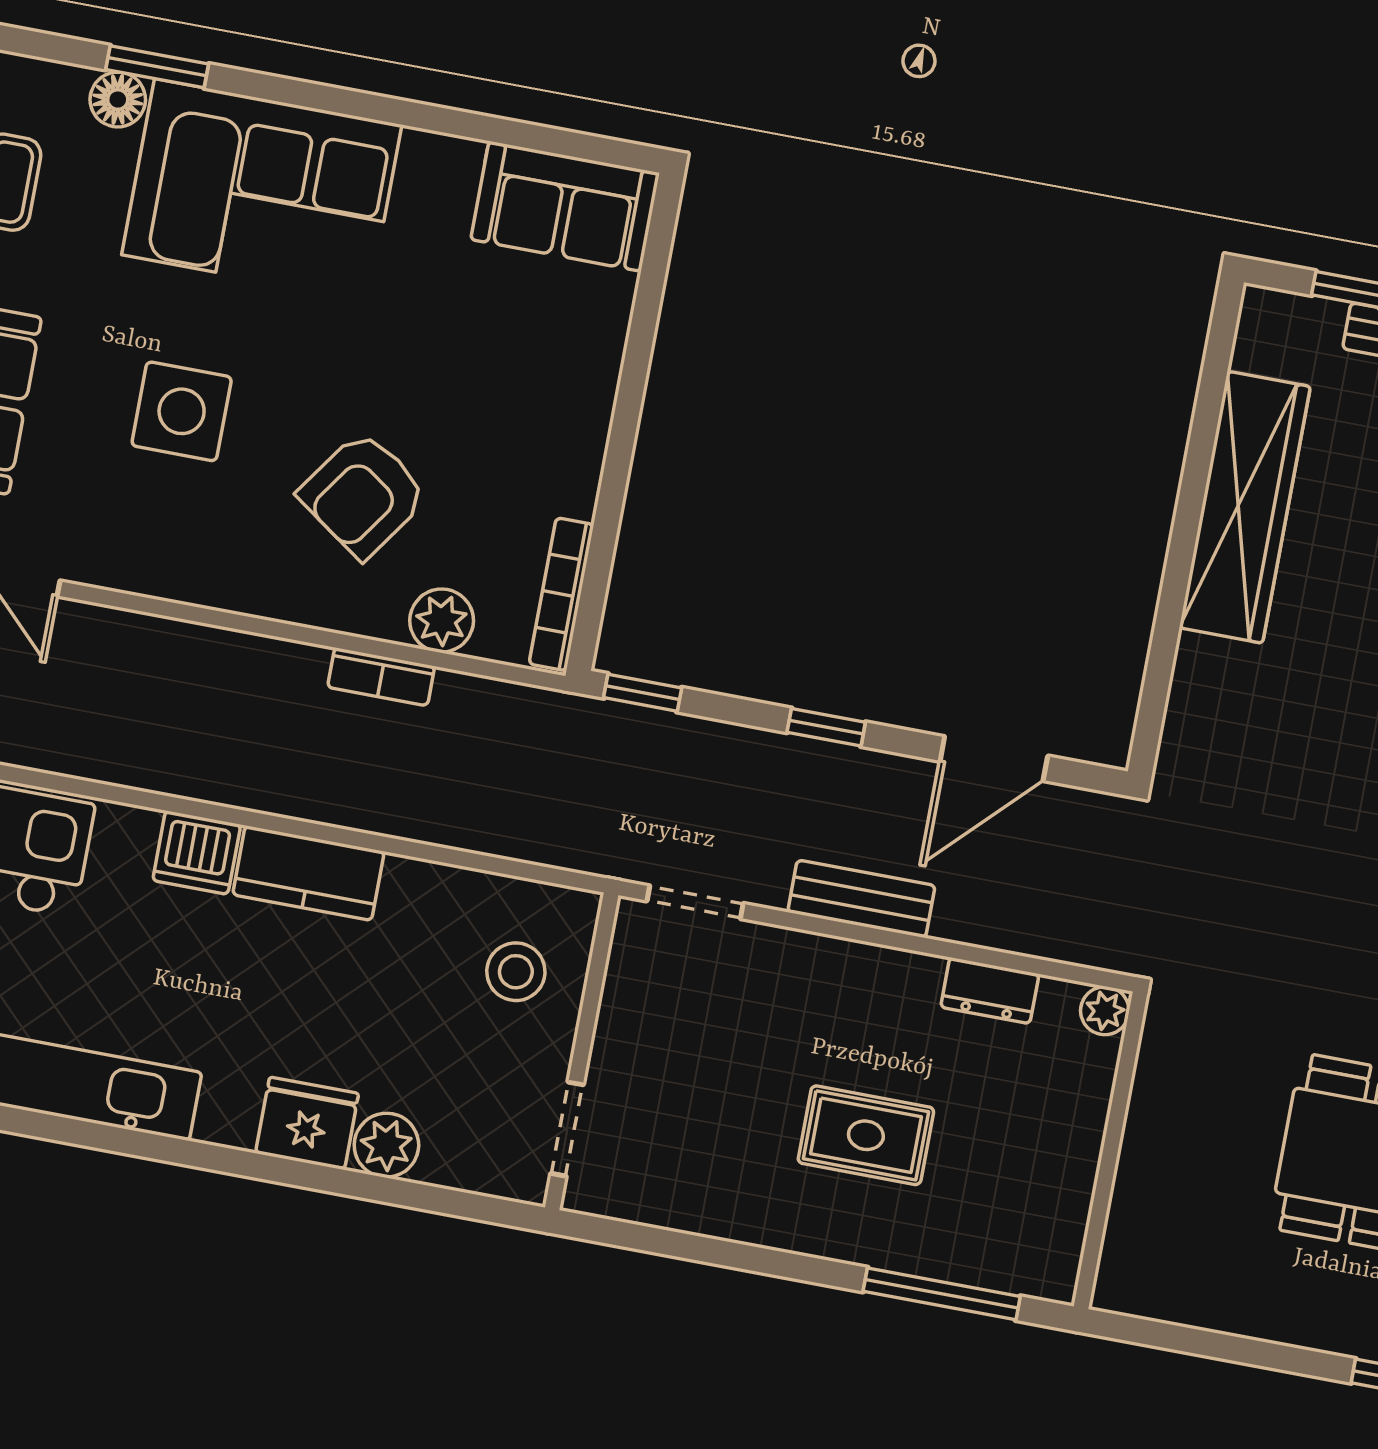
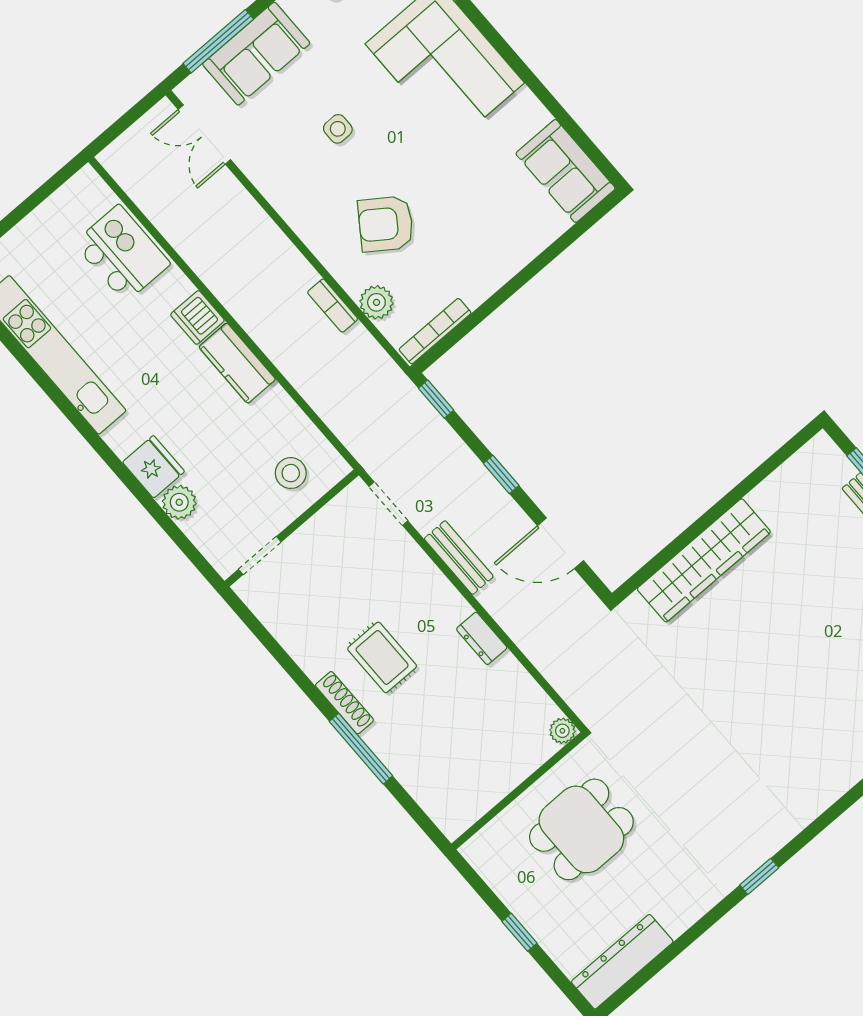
side table: (182, 411) -> (338, 129), width x0.54, depth x0.54
wardrobe: (1245, 507) -> (704, 560), moved
plant: (1105, 1011) -> (562, 731), moved
wall: (1111, 1150) -> (518, 791), moved
shoe rack: (864, 1246) -> (344, 703), added

